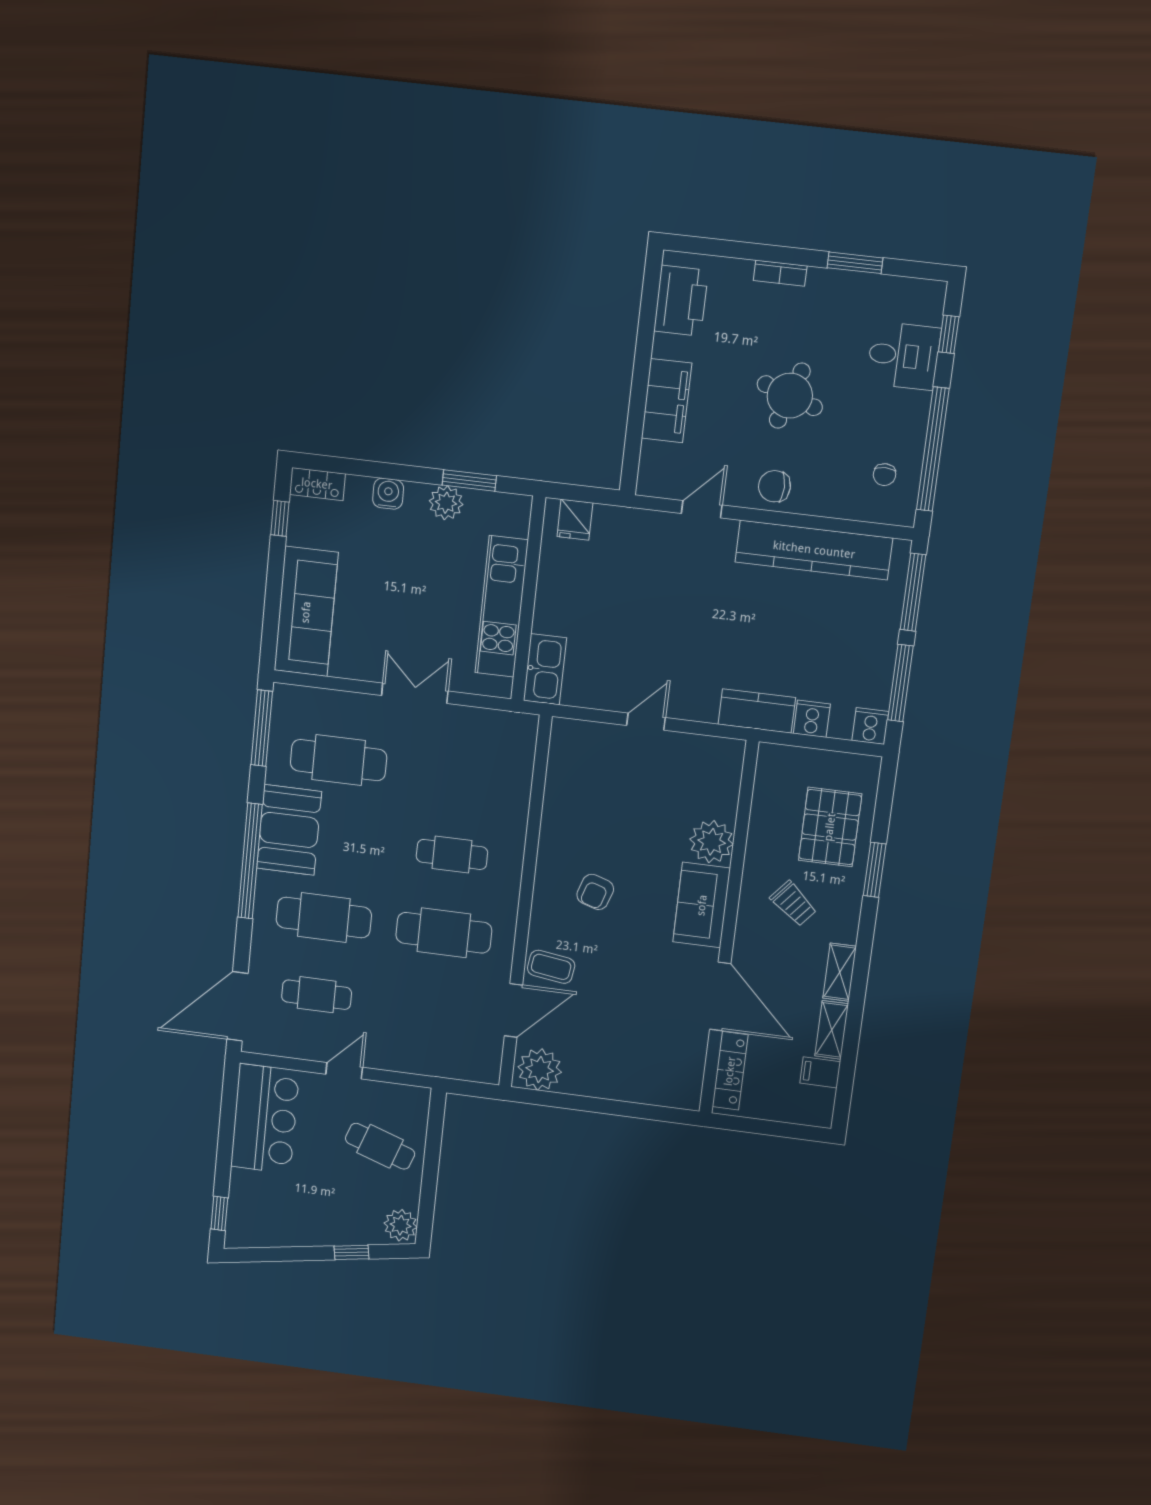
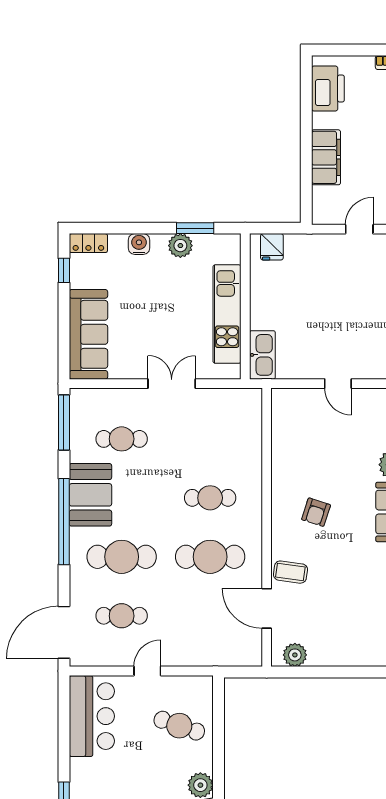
door: (646, 722) -> (338, 384), swing flipped
cafe table: (339, 760) -> (122, 439), width x0.73, depth x0.74
door: (513, 1010) -> (267, 608), swing flipped
plant: (540, 1069) -> (295, 655), width x0.73, depth x0.73

